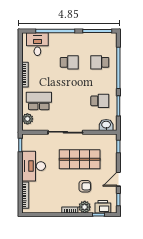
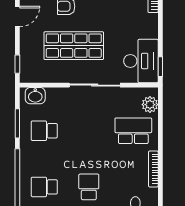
school desk: (69, 62) -> (89, 187), turned 90
school desk: (100, 62) -> (44, 187), turned 180
school desk: (39, 101) -> (133, 131), turned 180
desk: (34, 166) -> (141, 61), moved

